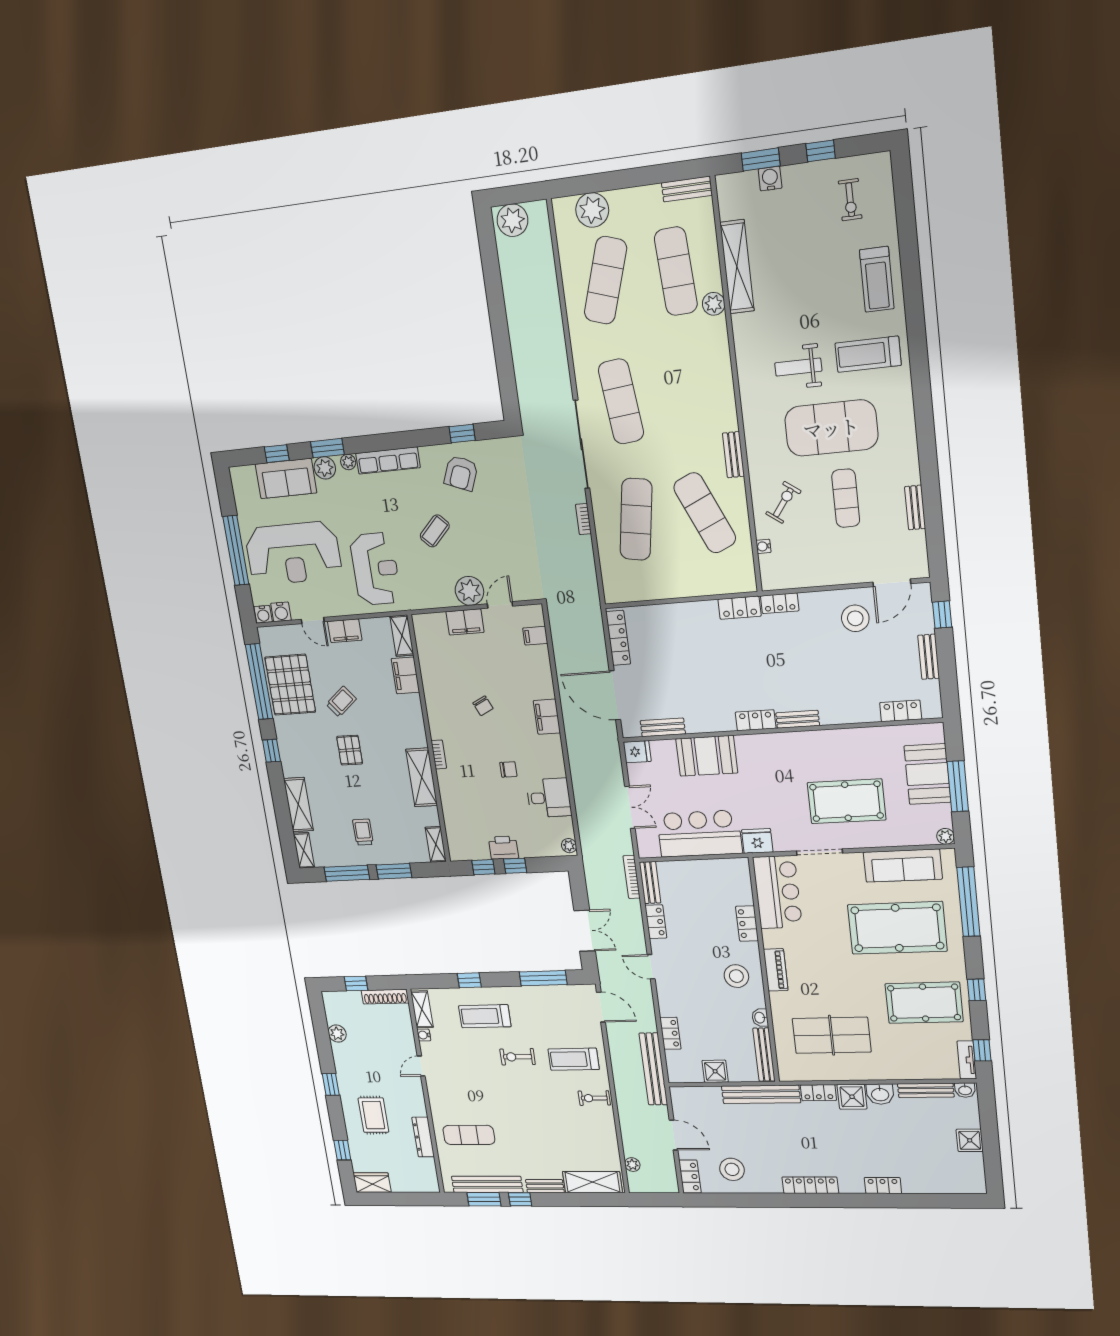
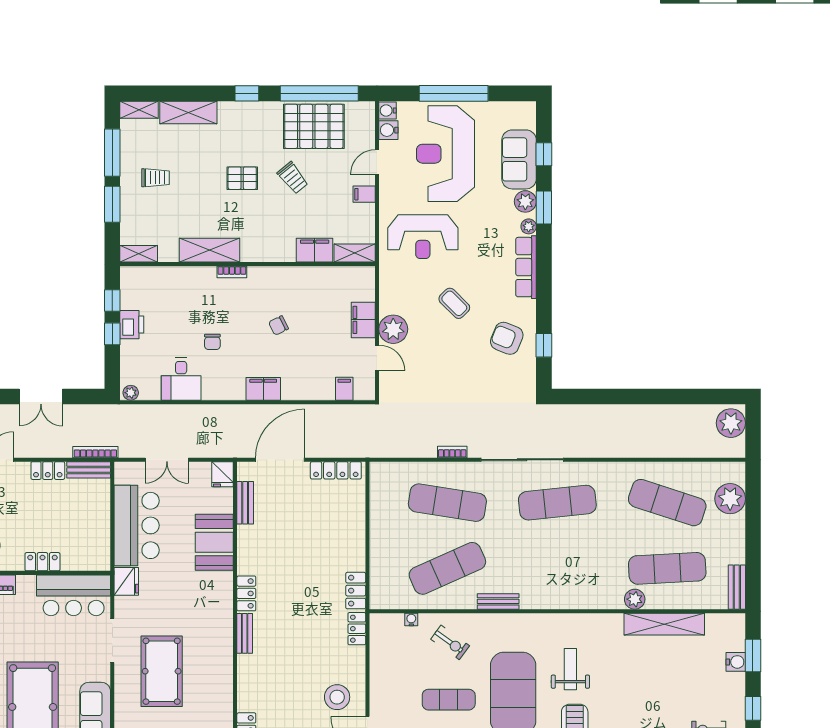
filing cabinet: (345, 631) -> (364, 194), width x0.50

